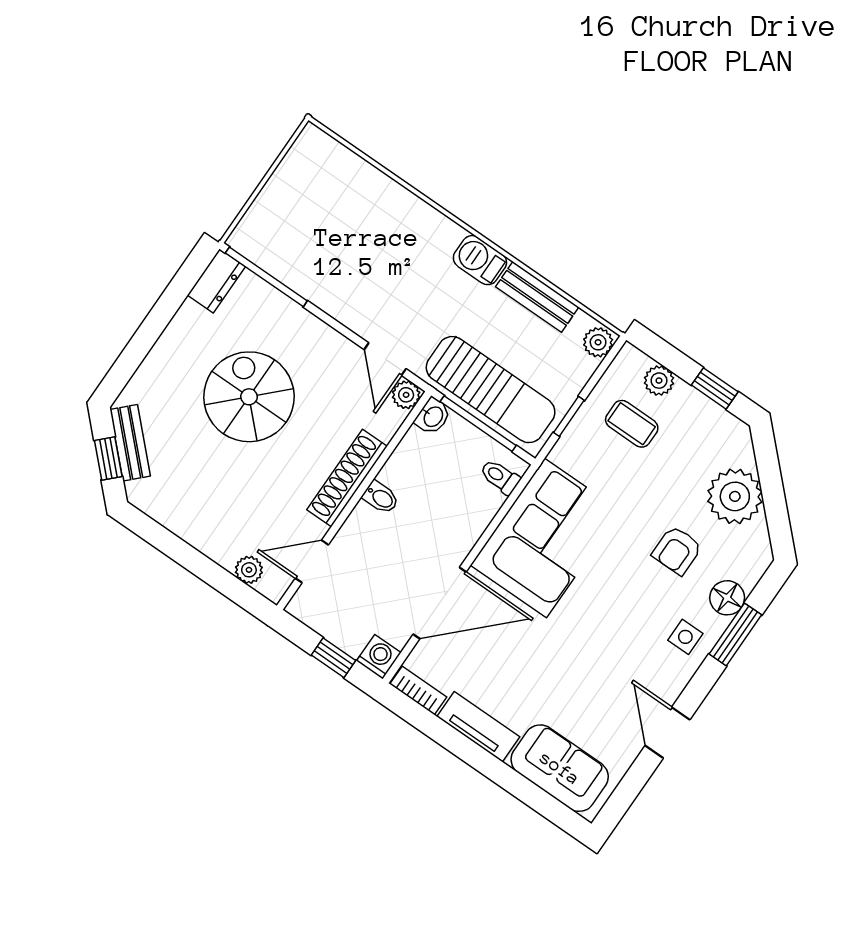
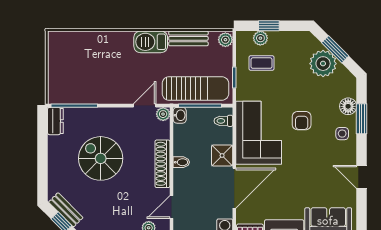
barbecue: (480, 260) -> (151, 42), width x1.38, depth x1.27
door: (385, 359) -> (145, 106), swing flipped
window: (715, 388) -> (269, 26), moved
window: (772, 487) -> (335, 49), added
shower: (457, 534) -> (222, 155), added
armchair: (677, 550) -> (302, 121), moved

